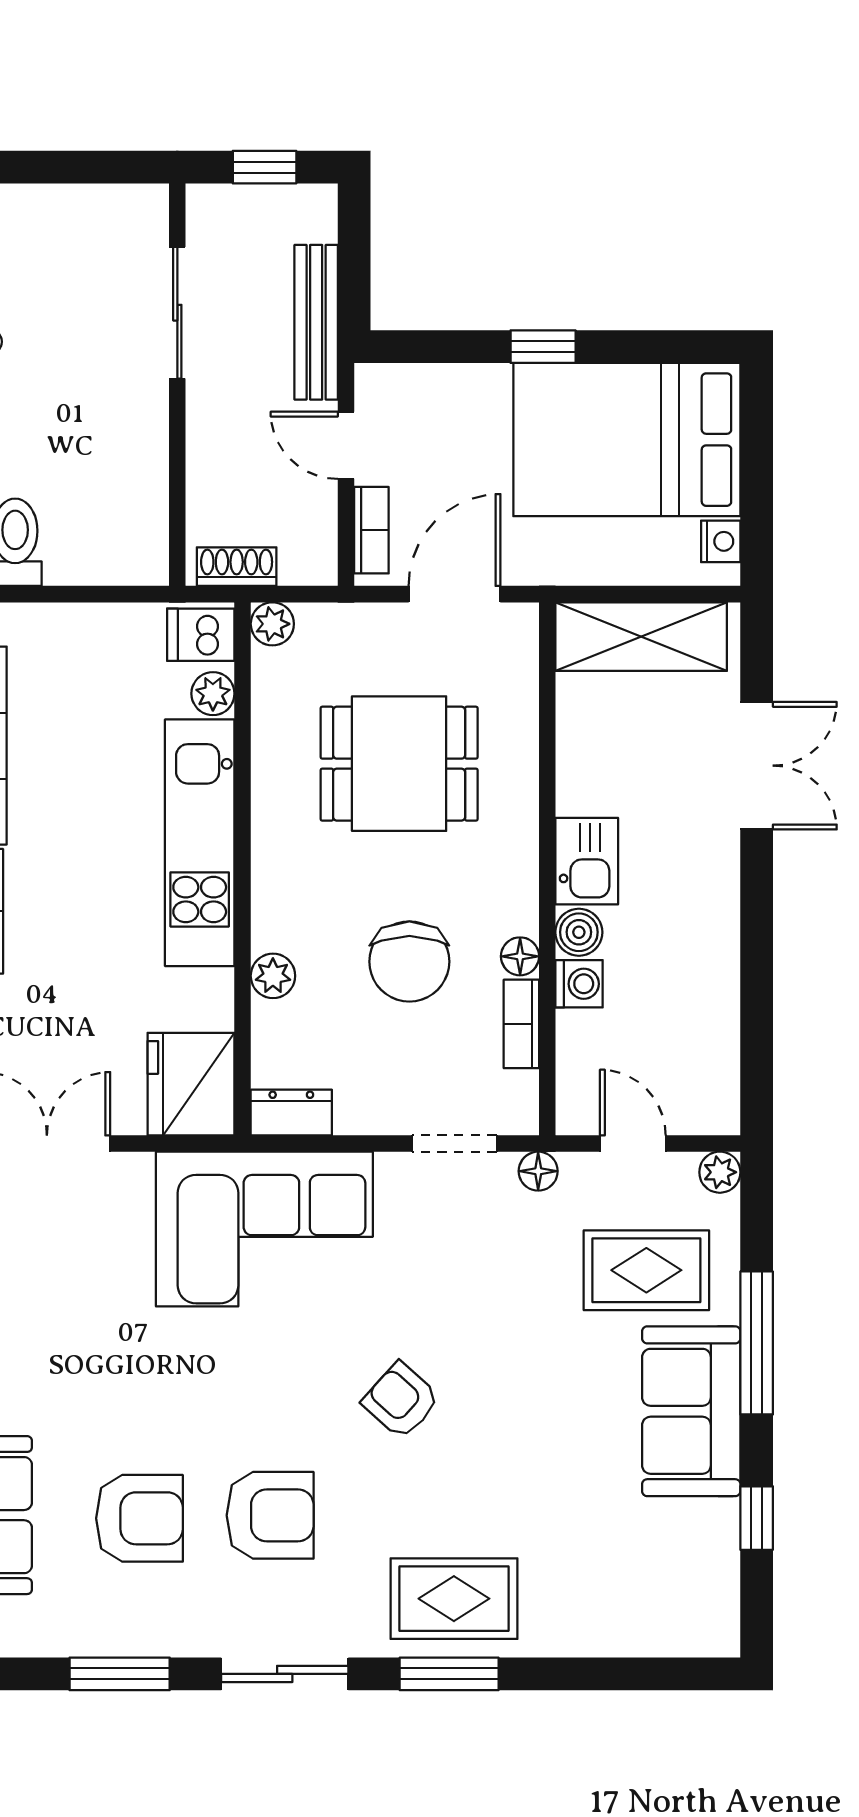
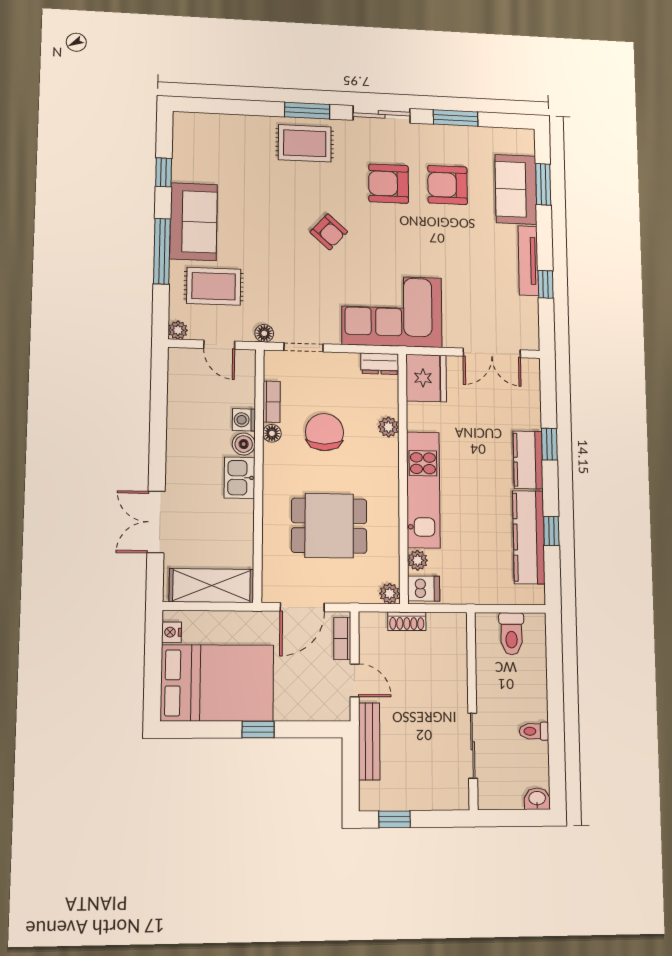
sliding door: (177, 313) -> (473, 746), moved
wall: (177, 385) -> (472, 710), moved

